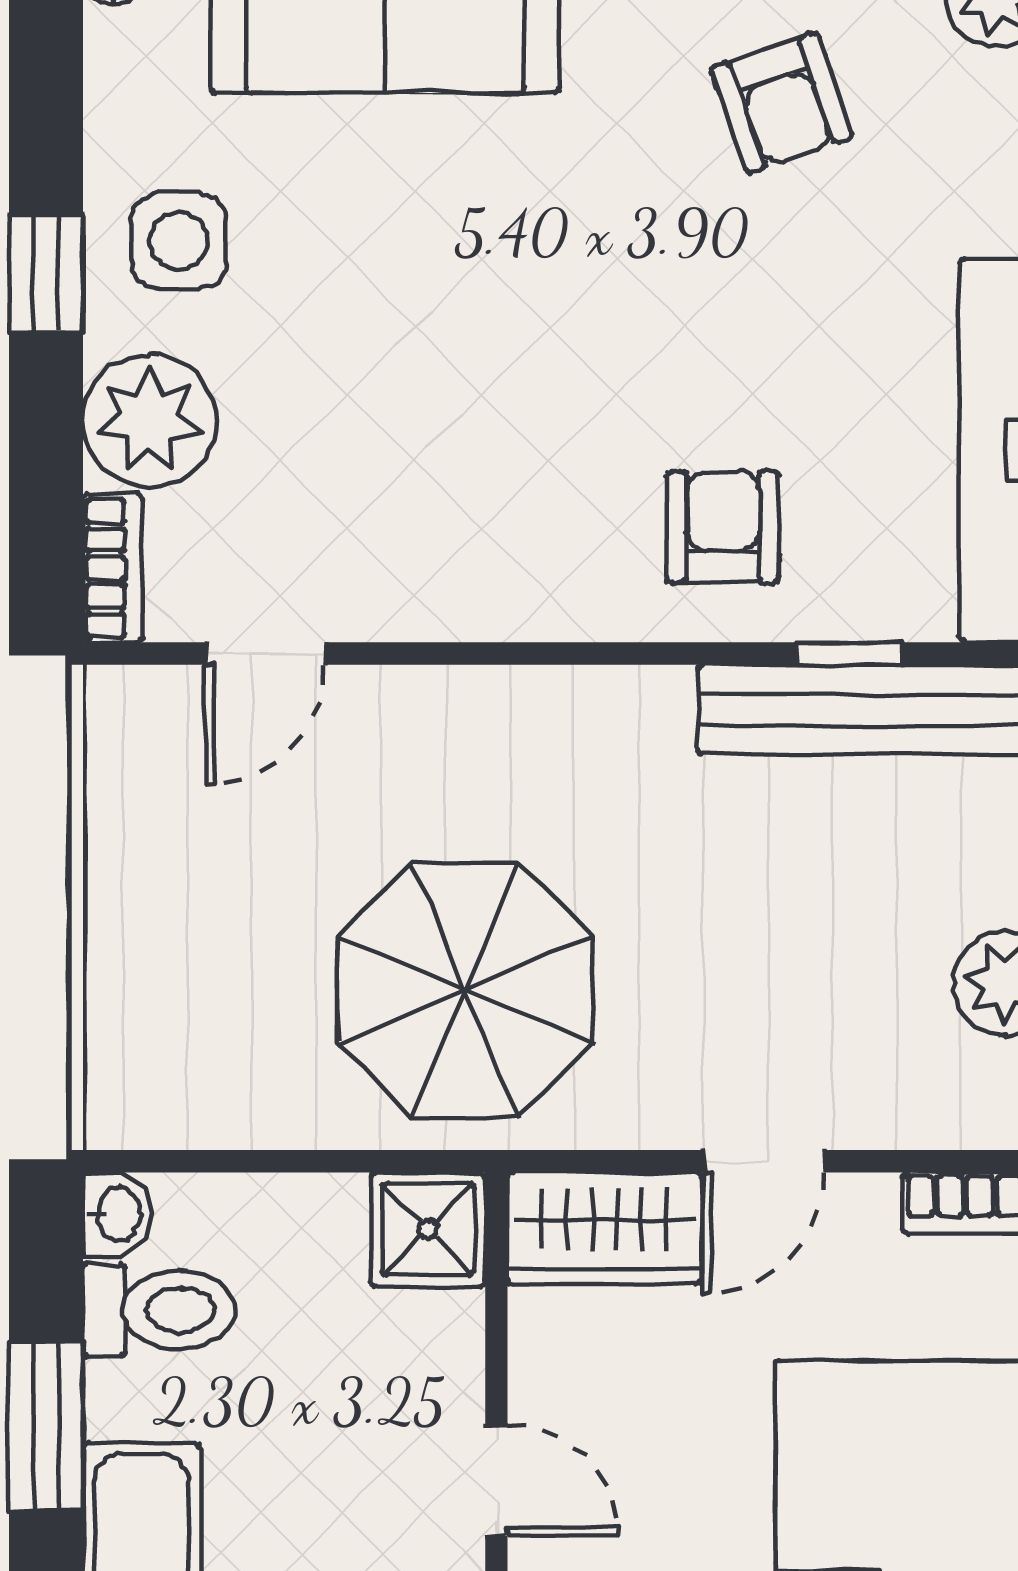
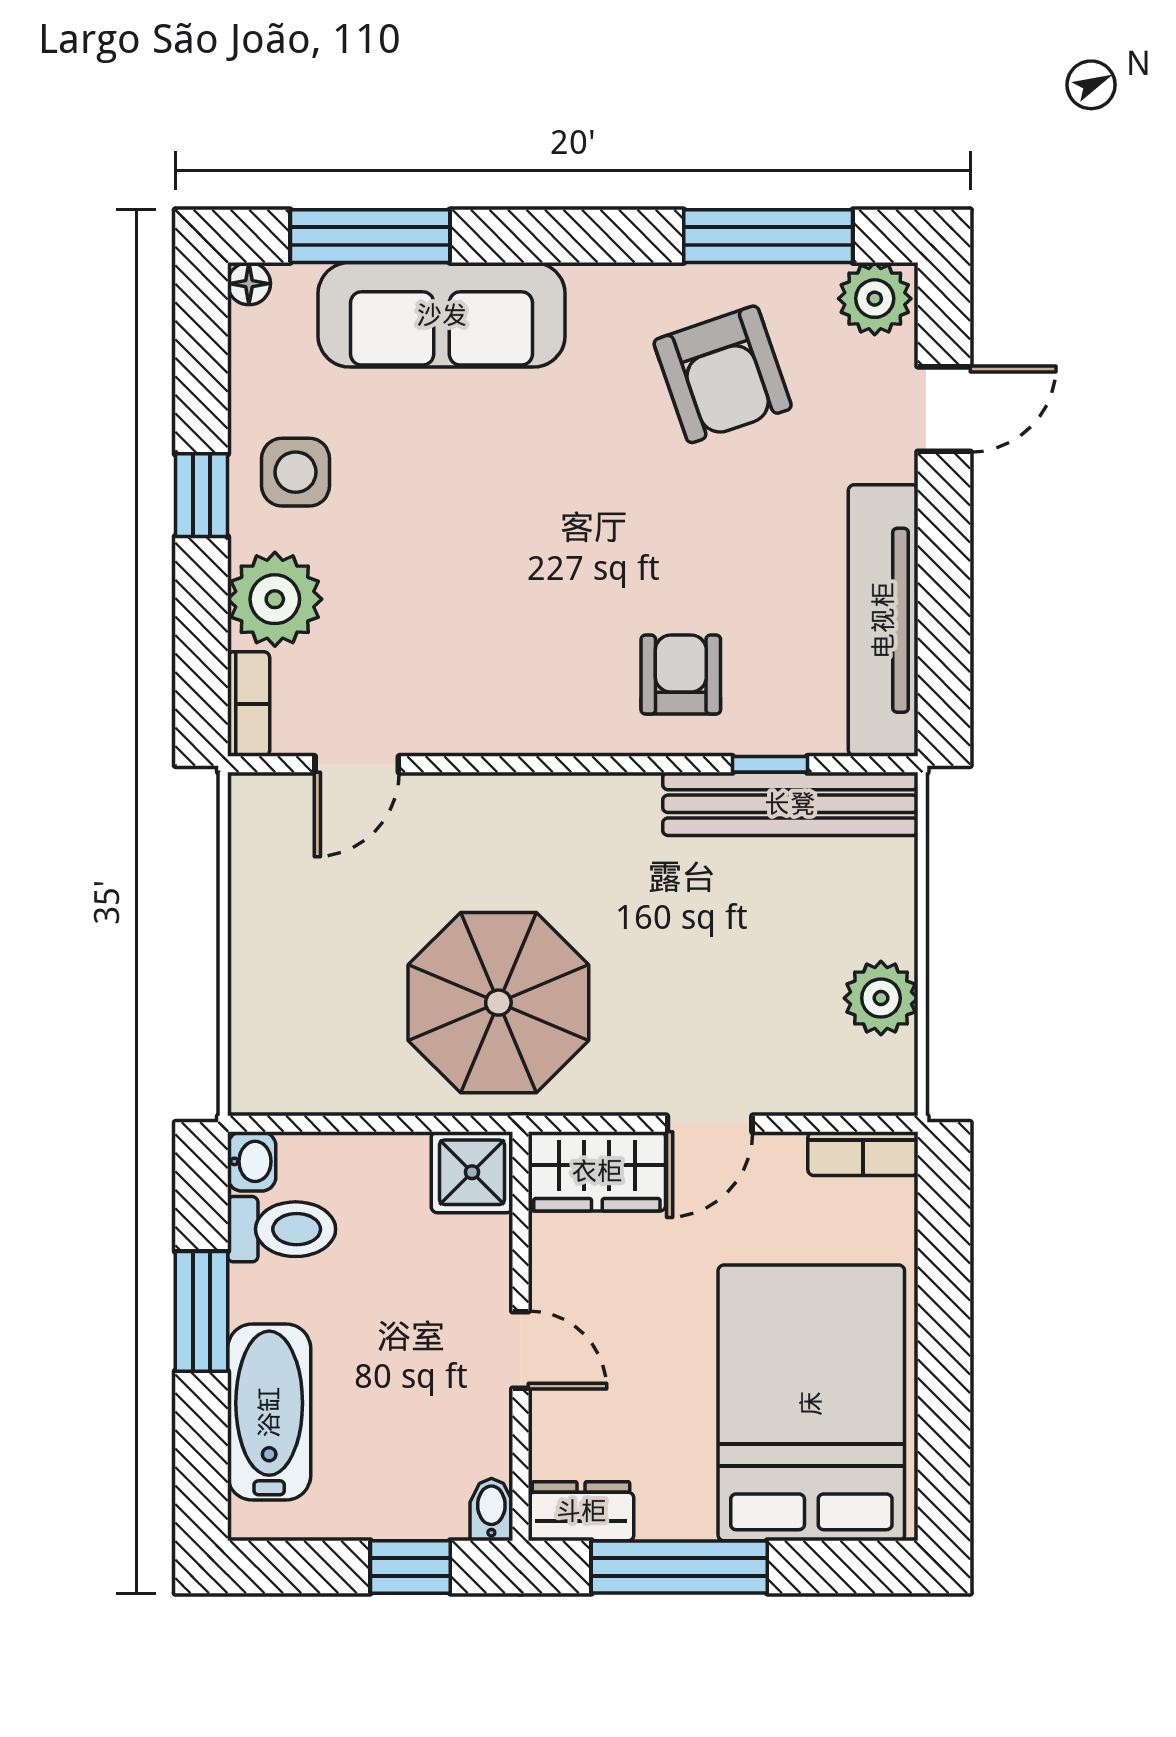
armchair: (782, 103) -> (723, 374), width x1.38, depth x1.38

